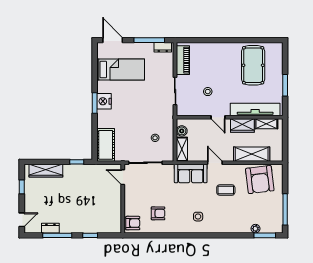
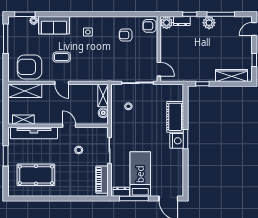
pool table: (253, 65) -> (36, 175), turned 90
bed: (121, 69) -> (140, 174), moved, turned 90
wardrobe: (242, 125) -> (46, 118), removed
cot: (106, 145) -> (175, 117), moved
shelving: (252, 154) -> (25, 91), moved
door: (215, 163) -> (62, 83), moved
sofa: (191, 173) -> (54, 25), moved, turned 180
armchair: (260, 180) -> (30, 67), turned -83
plant: (70, 226) -> (209, 23), added
plant: (115, 226) -> (167, 23), added
dresser: (50, 228) -> (182, 21), moved

